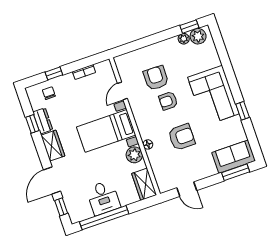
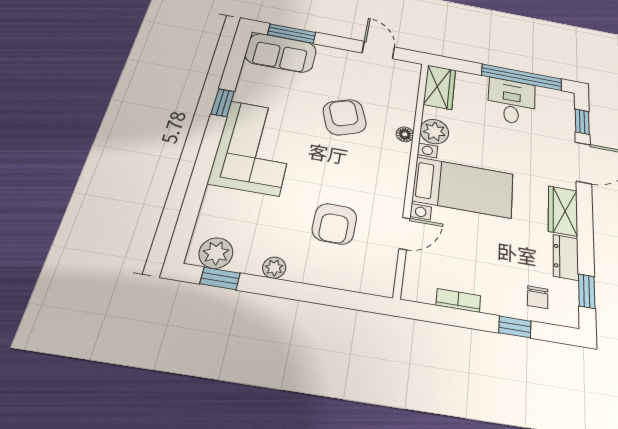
plant: (184, 39) -> (274, 268), moved
armchair: (168, 101) -> (335, 178), removed
window: (32, 124) -> (587, 291), moved
armchair: (182, 137) -> (345, 117), turned 70

